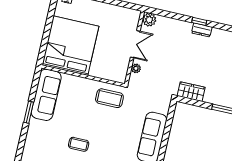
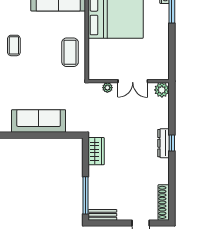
dresser: (202, 30) -> (164, 143), width x1.44
coffee table: (109, 98) -> (70, 52), moved

